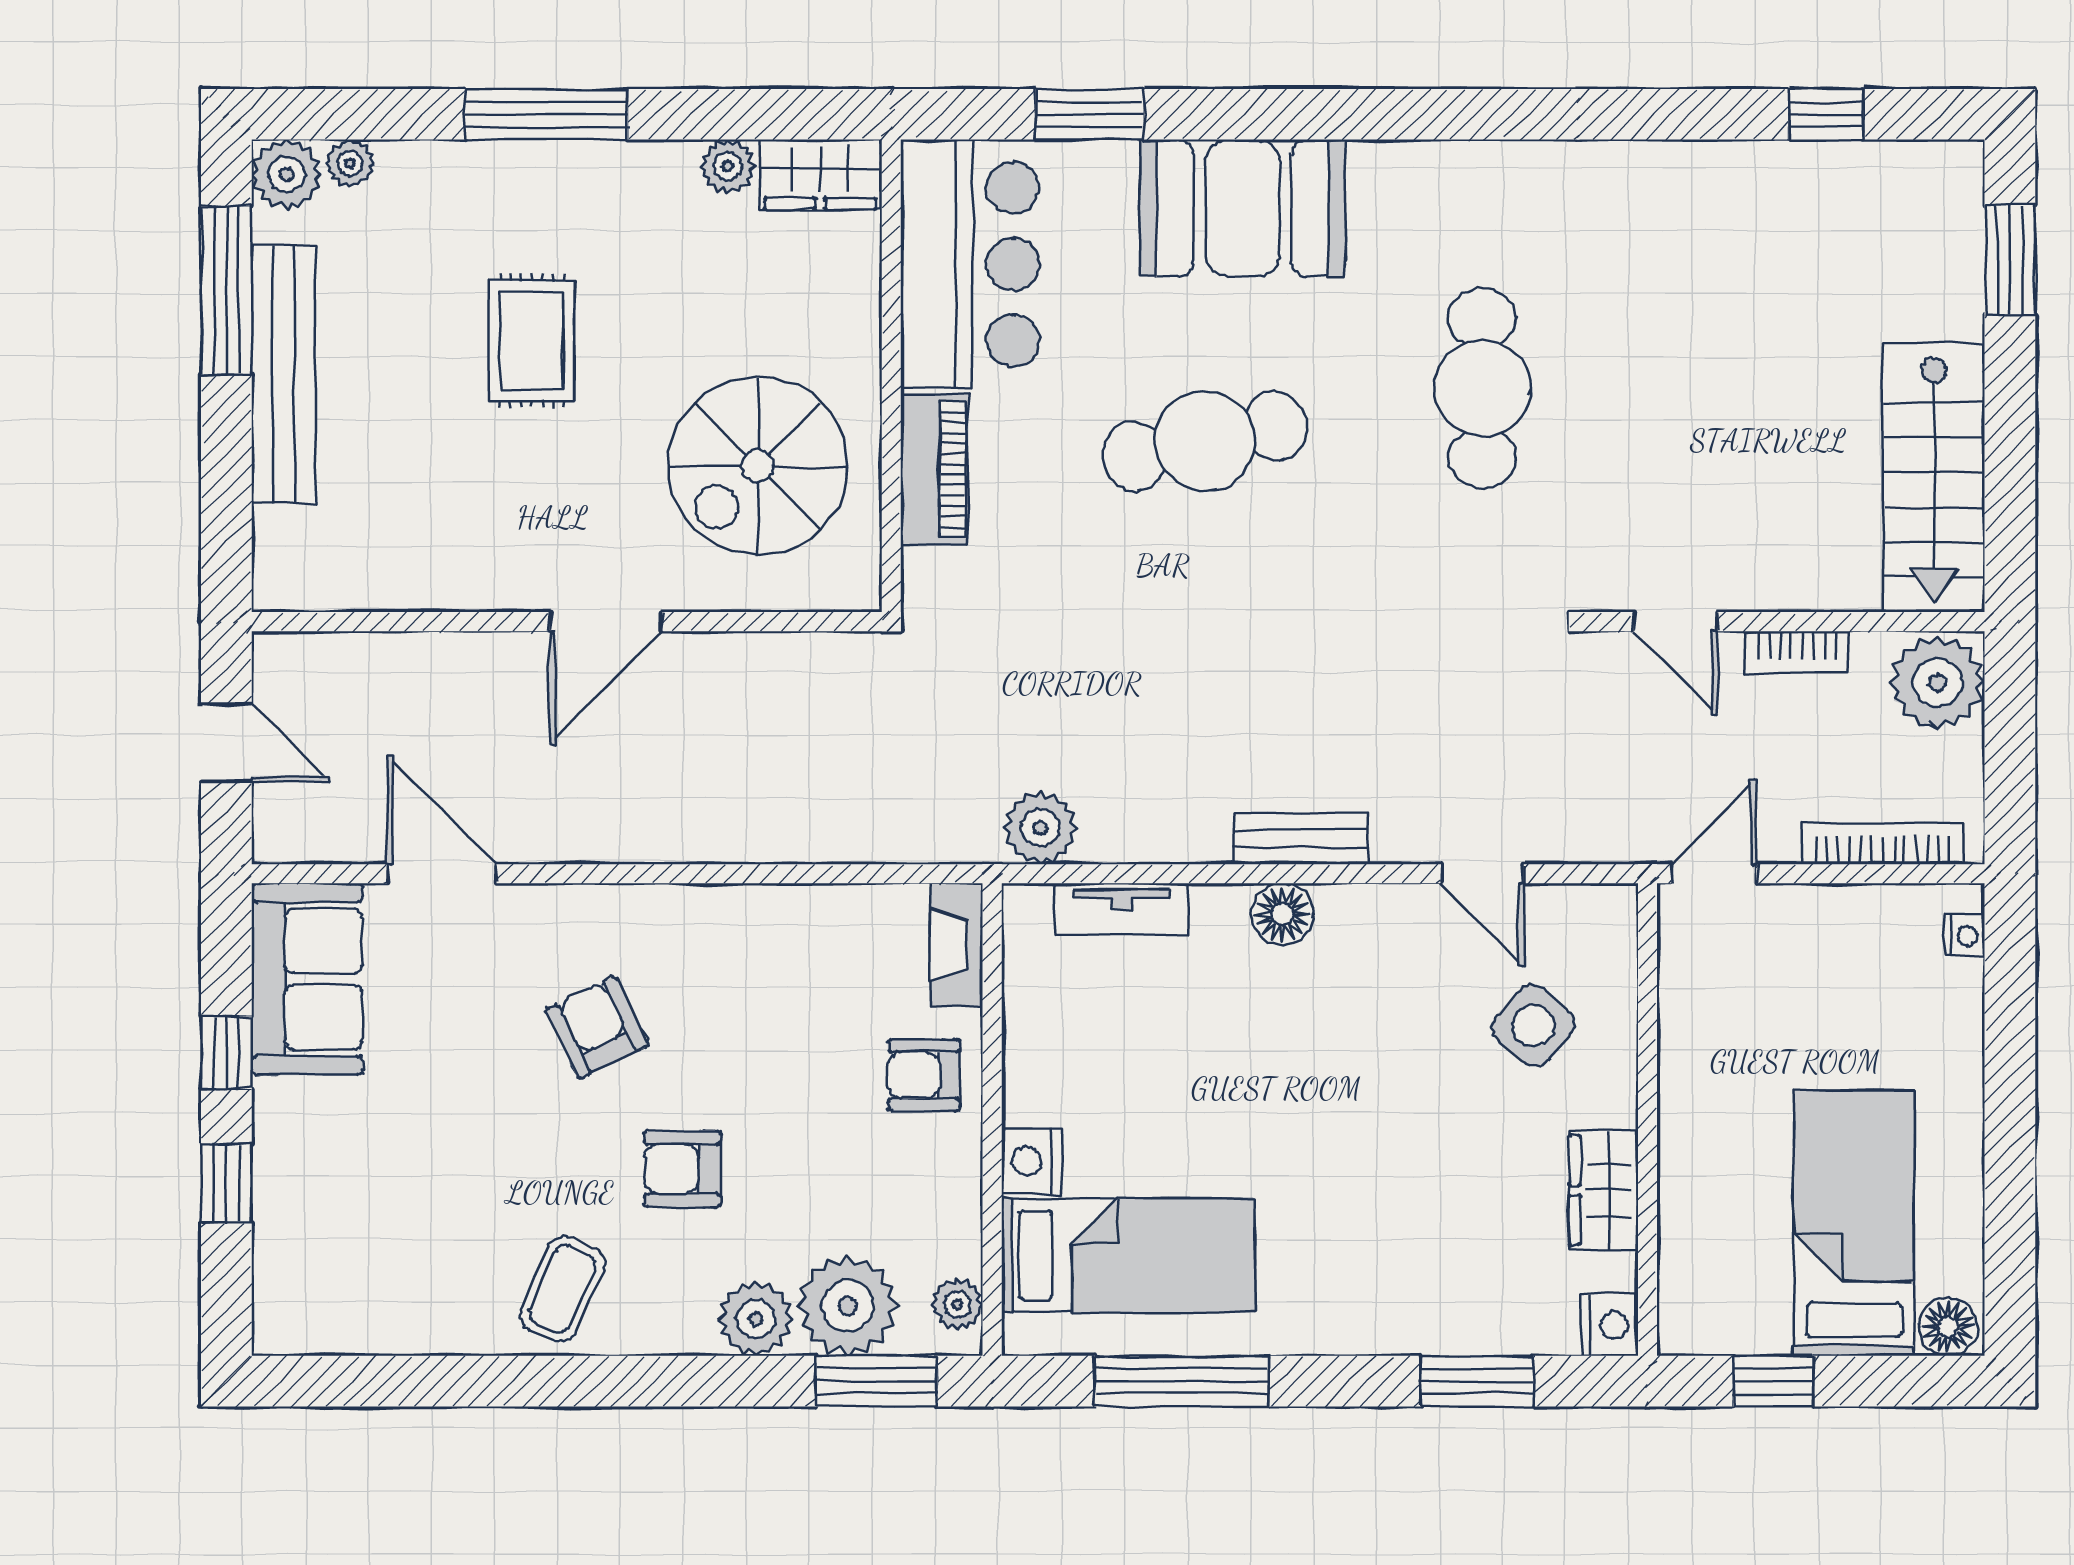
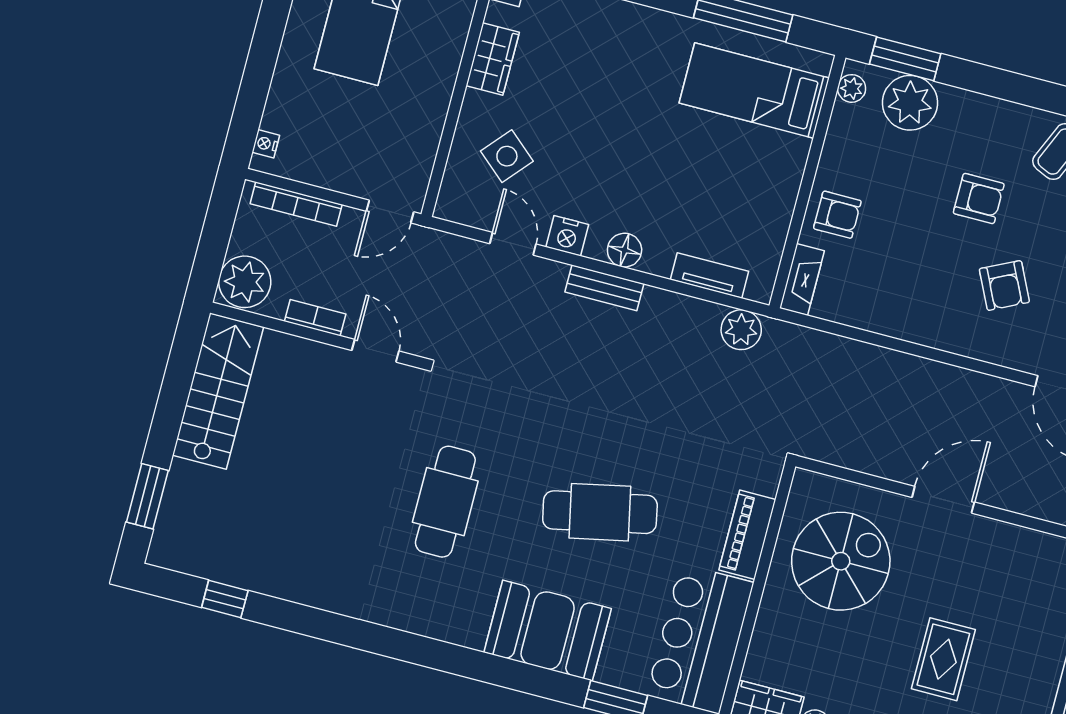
nightstand: (1031, 1161) -> (567, 236), moved, turned 90
plant: (756, 1319) -> (961, 109), removed

